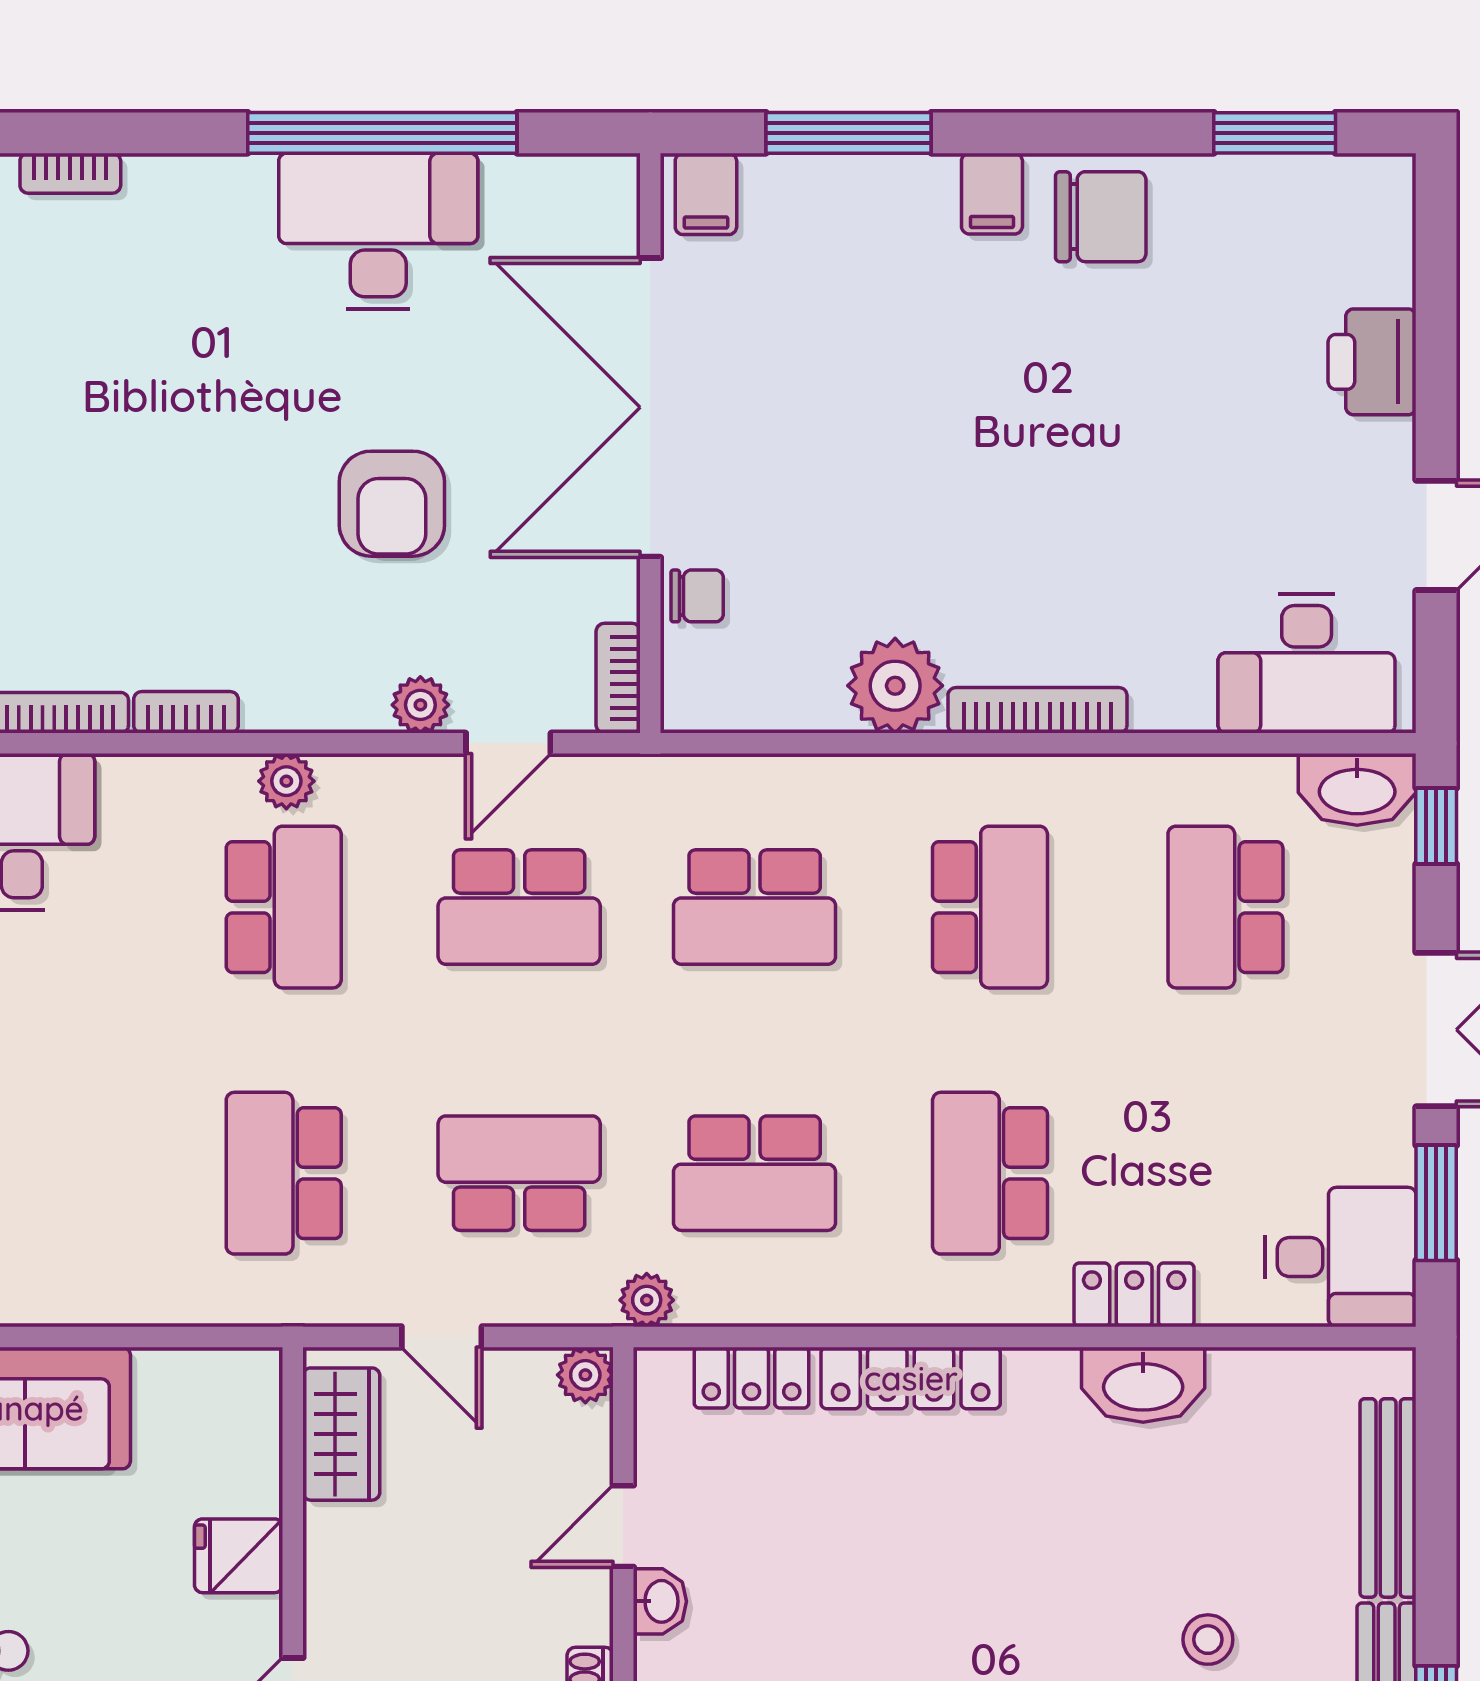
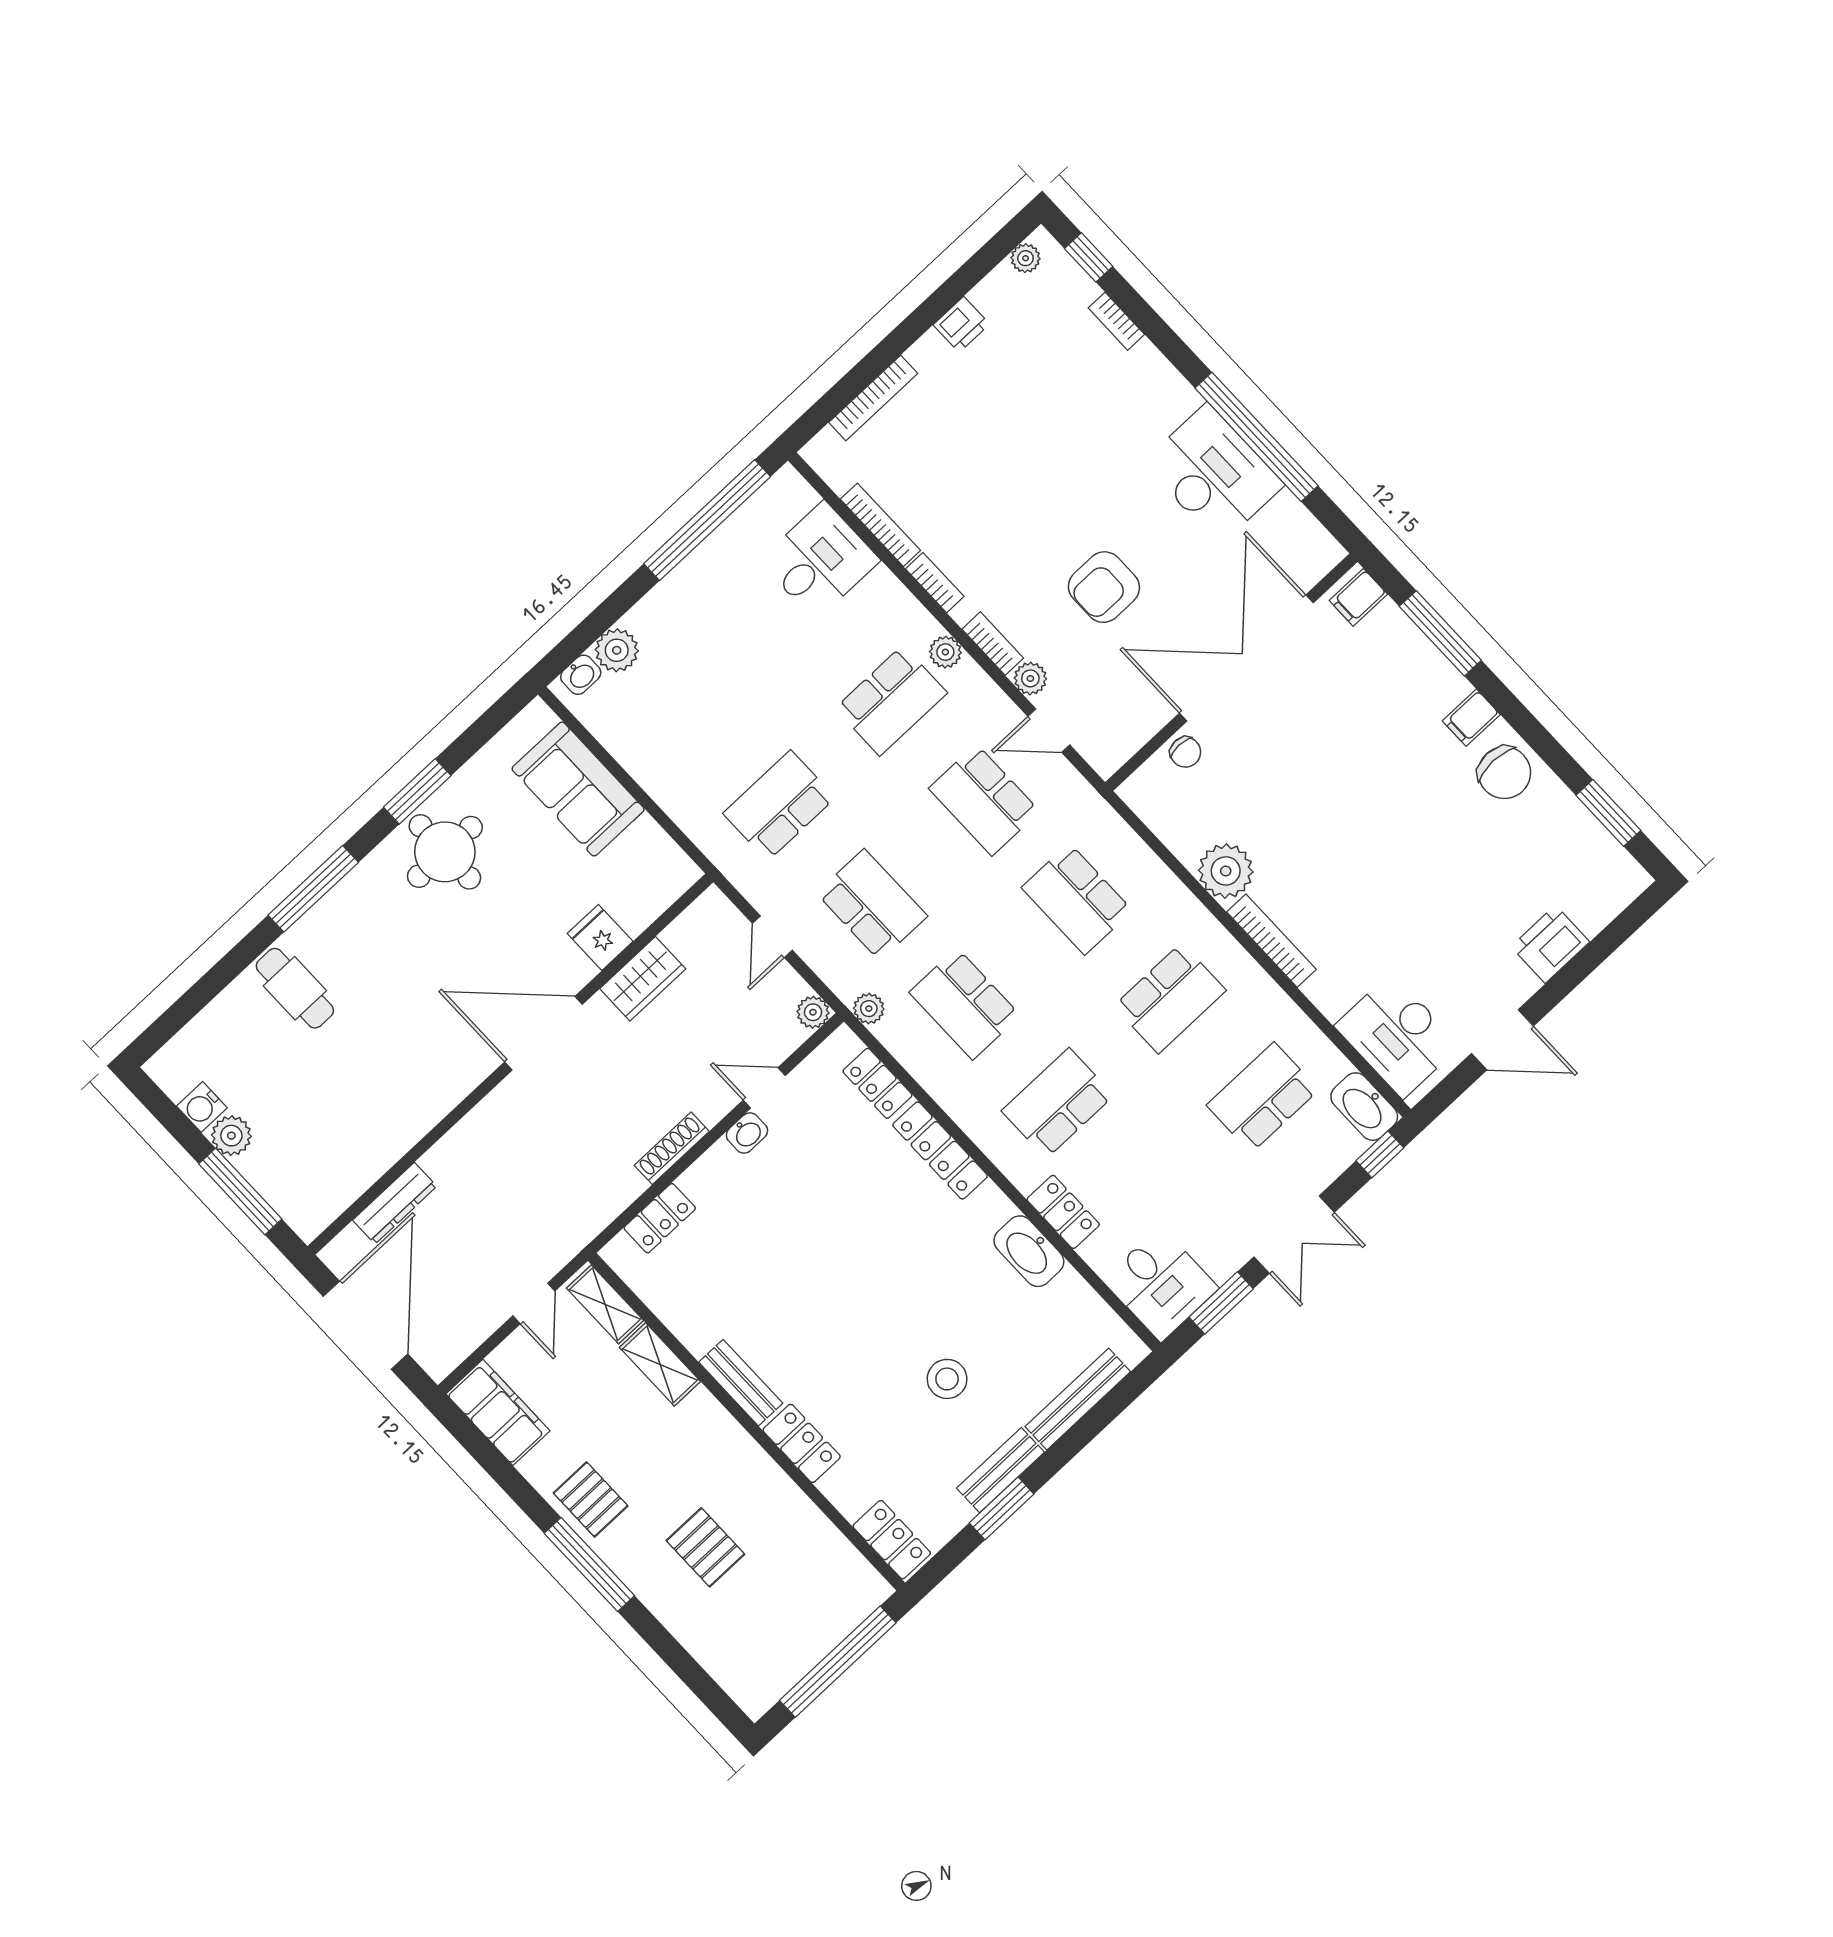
bookcase: (618, 678) -> (993, 644), moved, turned 90
wardrobe: (341, 1434) -> (643, 979), moved
stool: (1208, 1640) -> (947, 1379), width x1.37, depth x1.37

